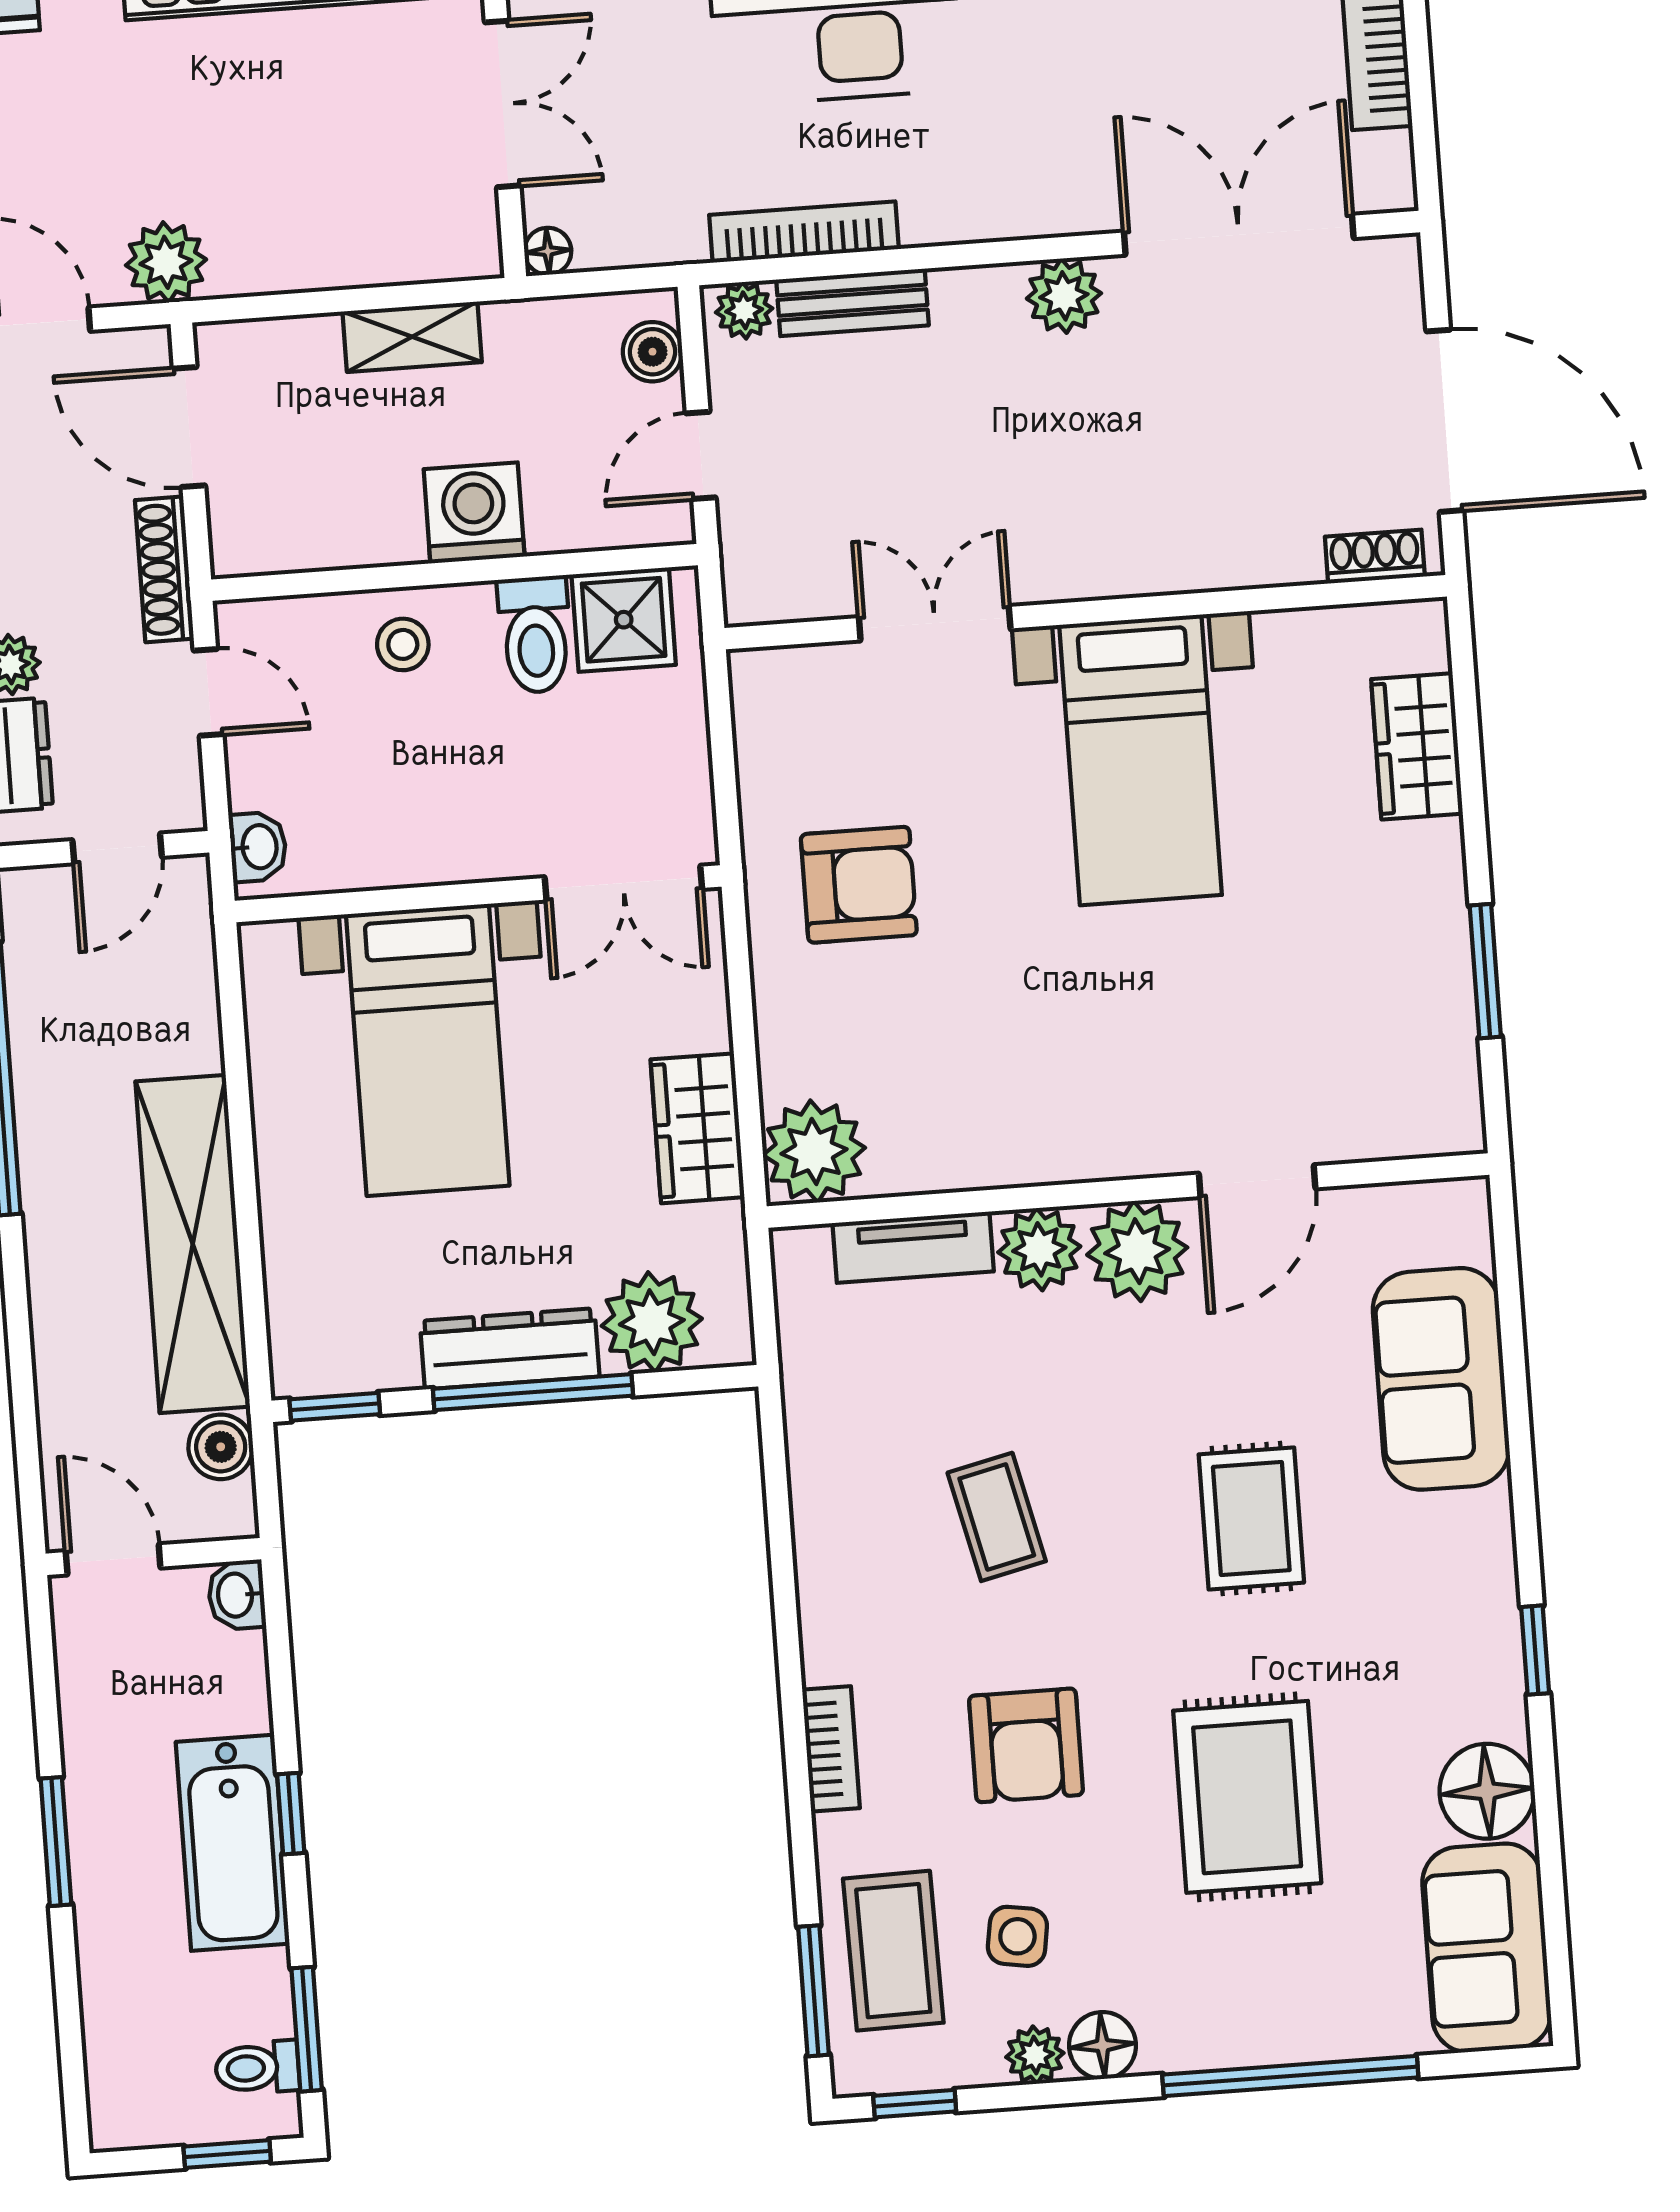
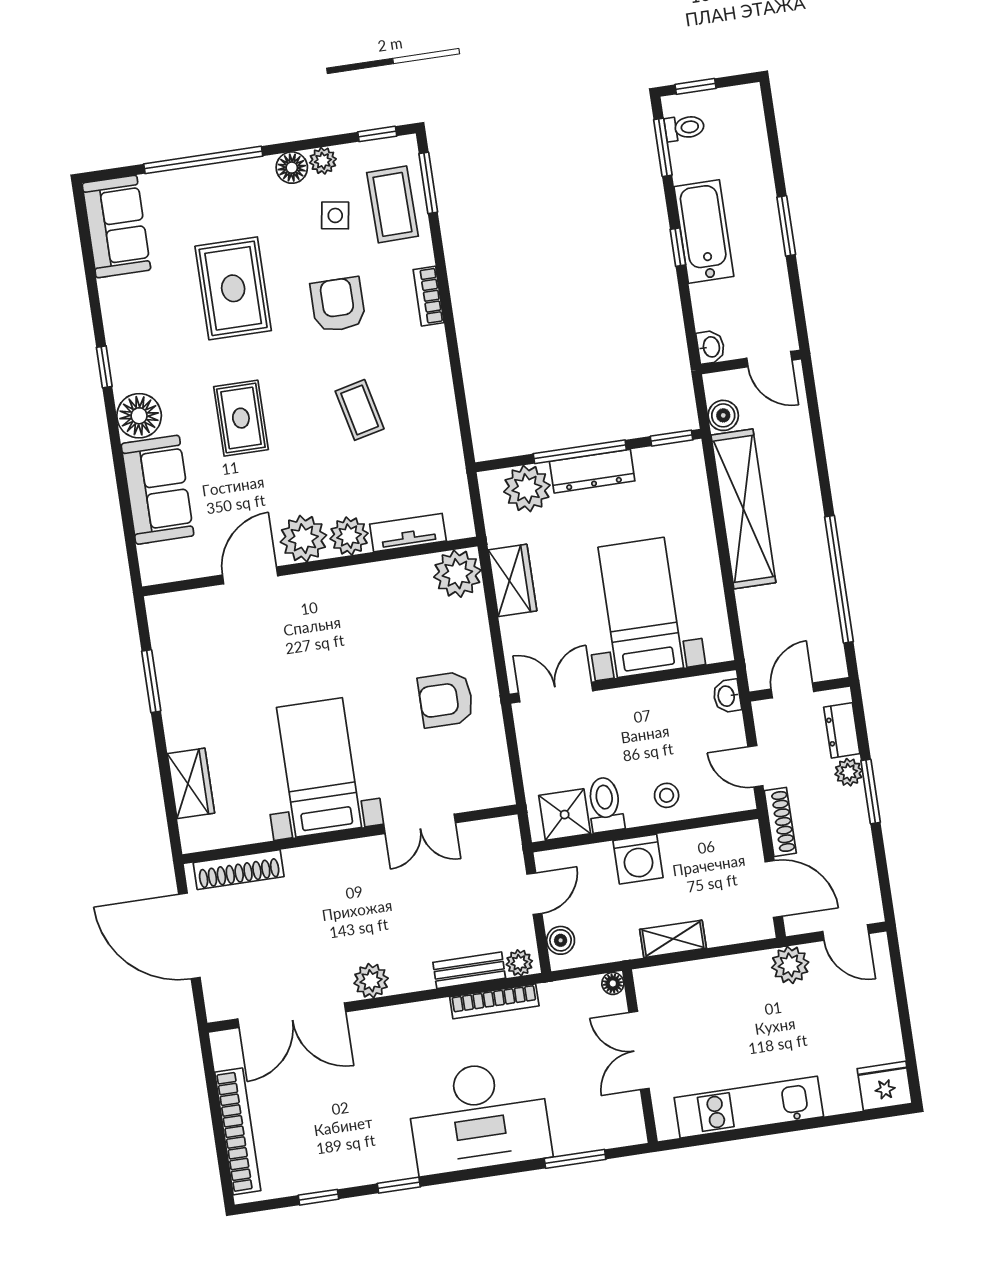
shoe rack: (1375, 557) -> (239, 870), width x1.94, depth x1.24
floor lamp: (1487, 1791) -> (139, 416), moved

